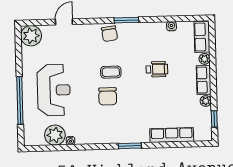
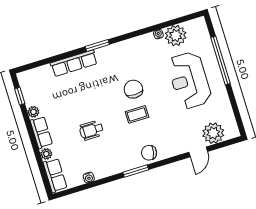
chair: (110, 34) -> (149, 153), turned -70
plant: (31, 36) -> (213, 133), moved
row of seats: (172, 135) -> (74, 63), moved

